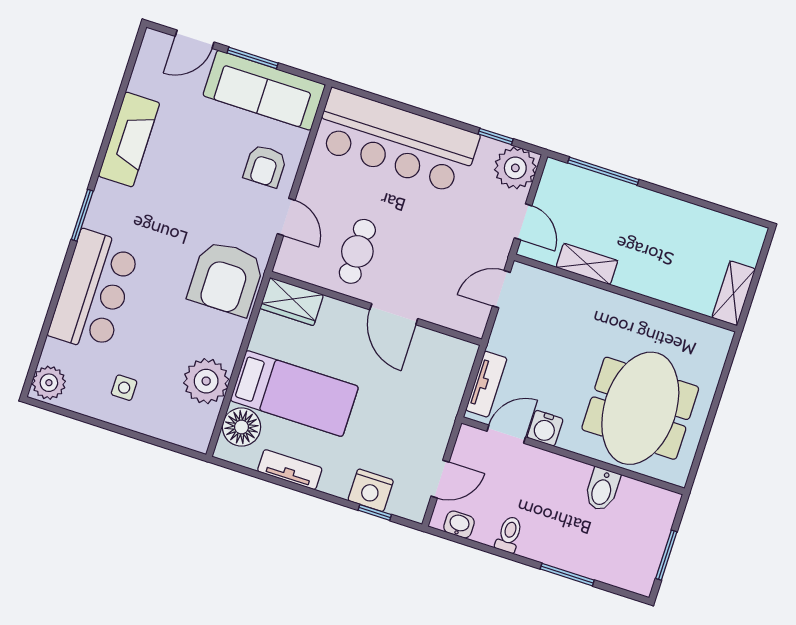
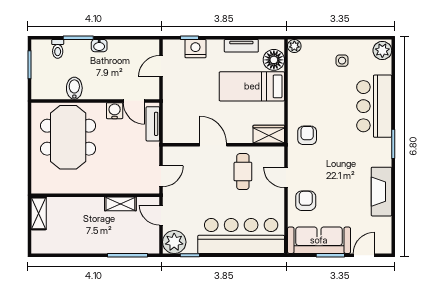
armchair: (226, 278) -> (307, 135), width x0.53, depth x0.53
plant: (206, 381) -> (294, 46), moved, width x0.53, depth x0.53
door: (506, 434) -> (134, 101), hinge flipped
washbasin: (459, 525) -> (99, 46), moved
toilet: (509, 534) -> (58, 49), moved

